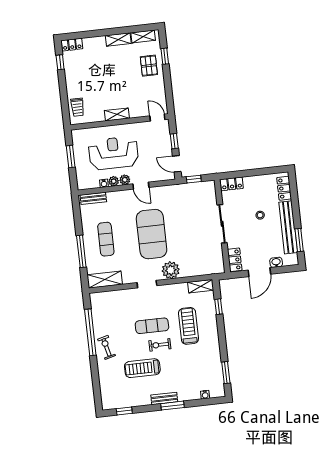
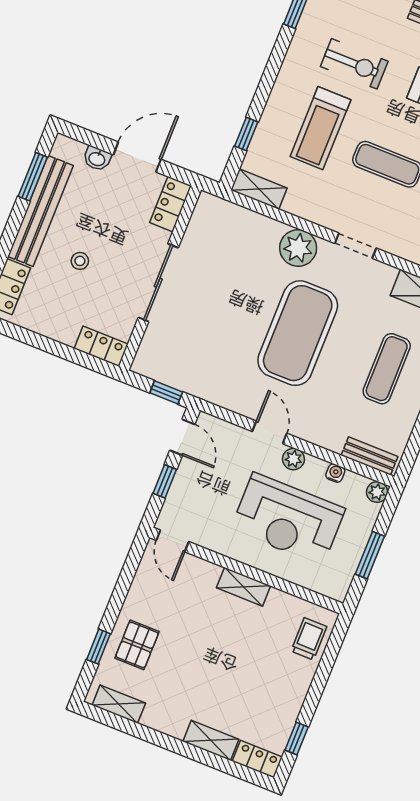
shelving: (118, 39) -> (211, 740), moved
plant: (114, 181) -> (377, 492), moved
exercise bike: (160, 345) -> (354, 64), moved, width x1.38, depth x1.39

